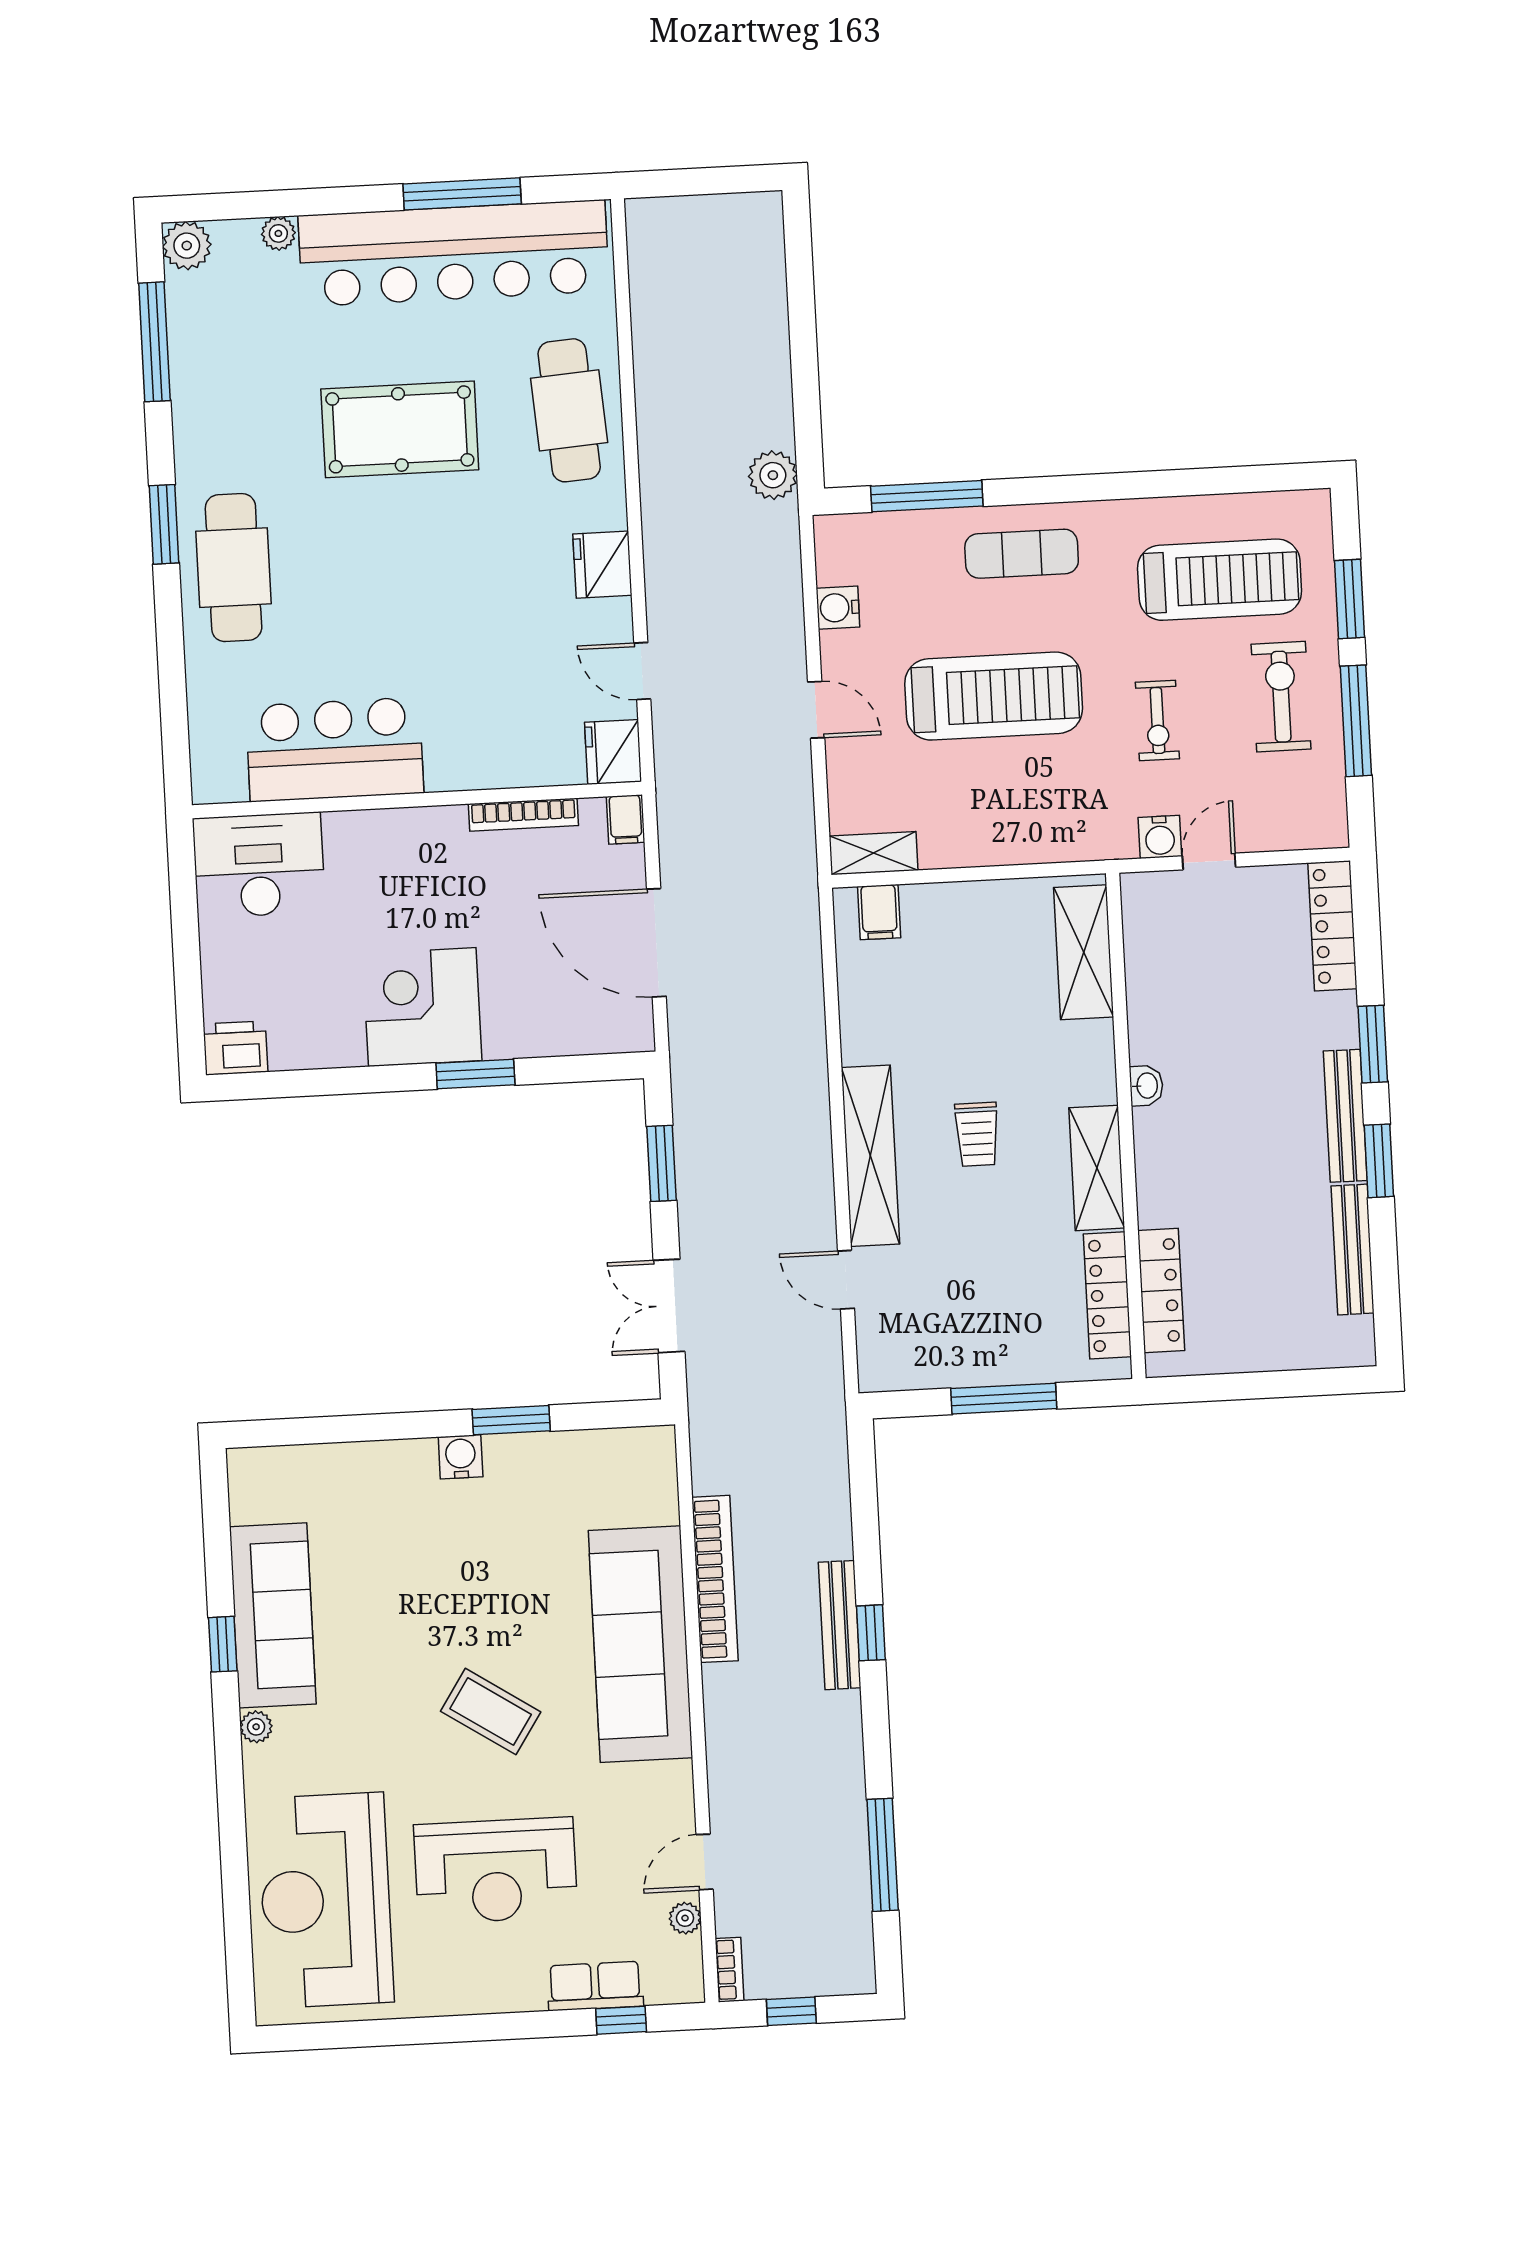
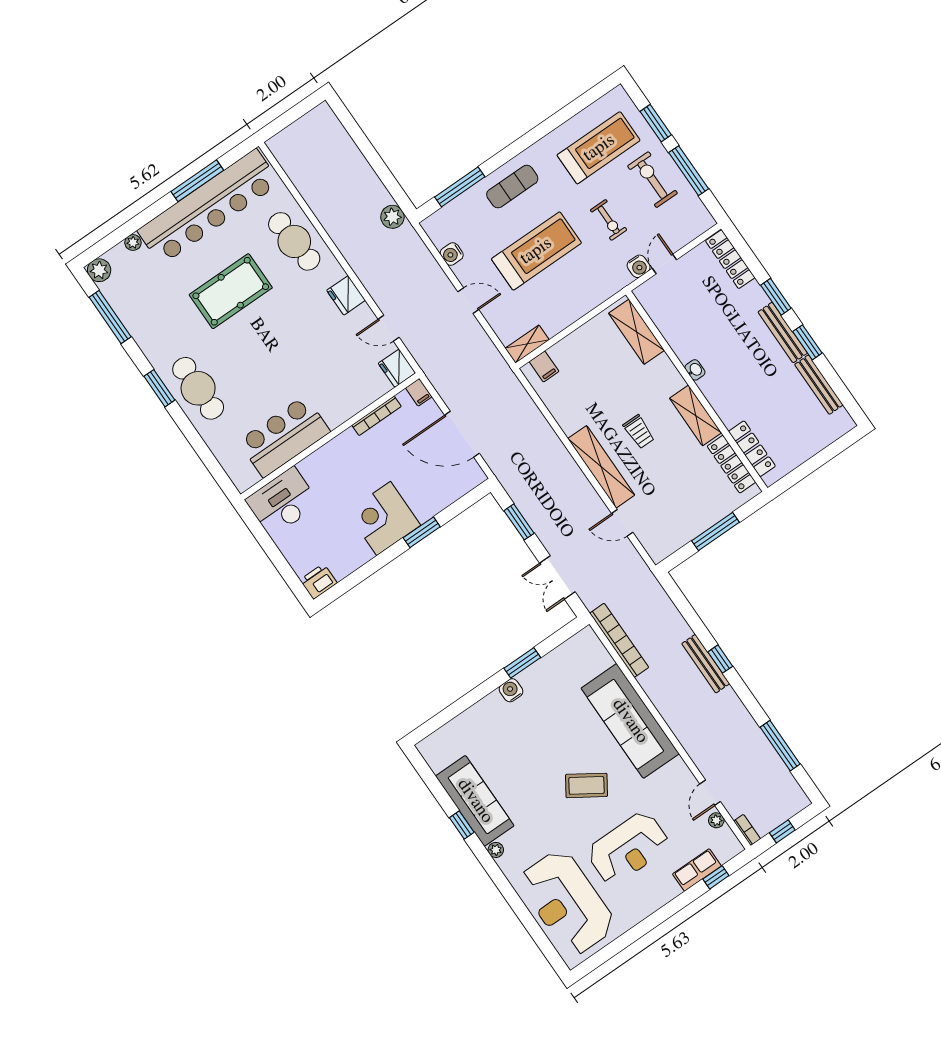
bookcase: (715, 1579) -> (619, 640), moved

